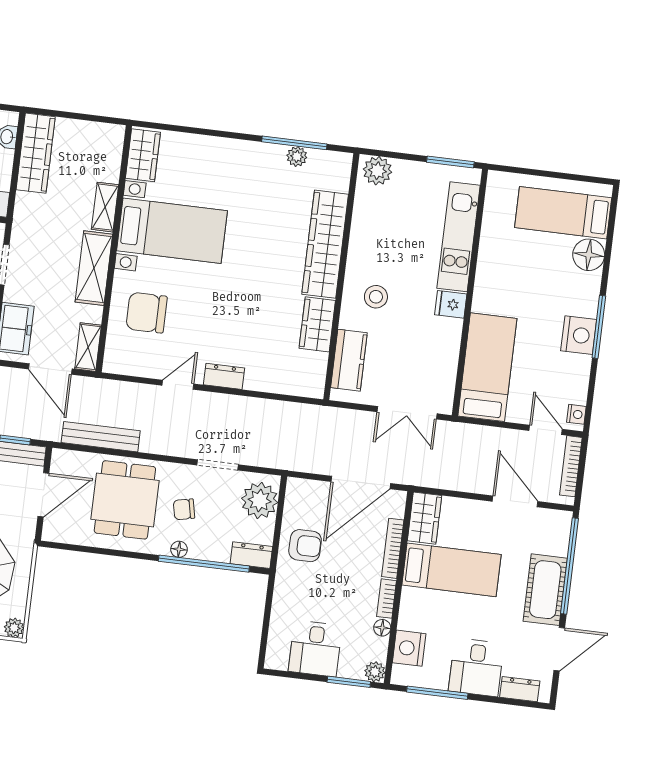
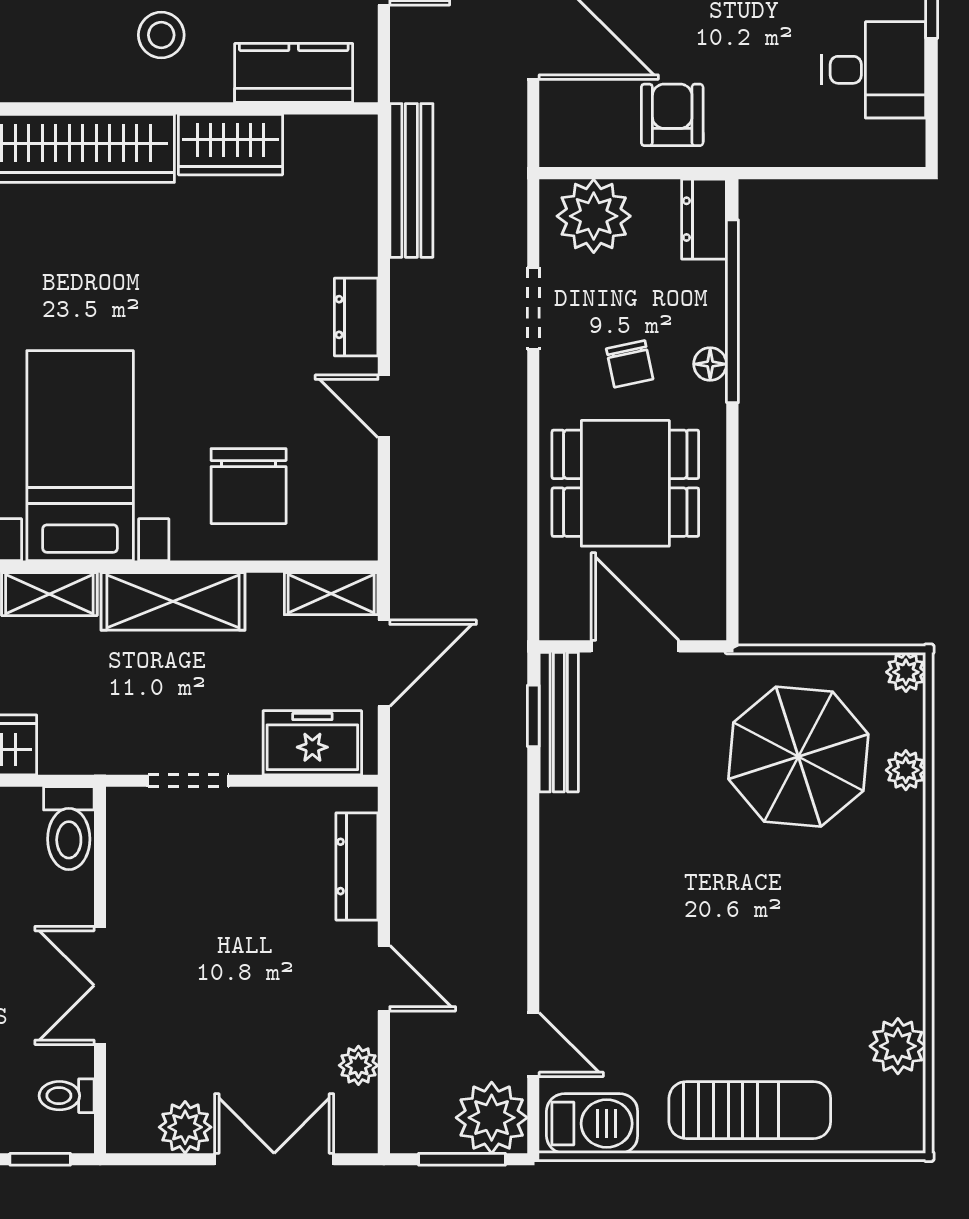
bench: (101, 437) -> (411, 180), moved

